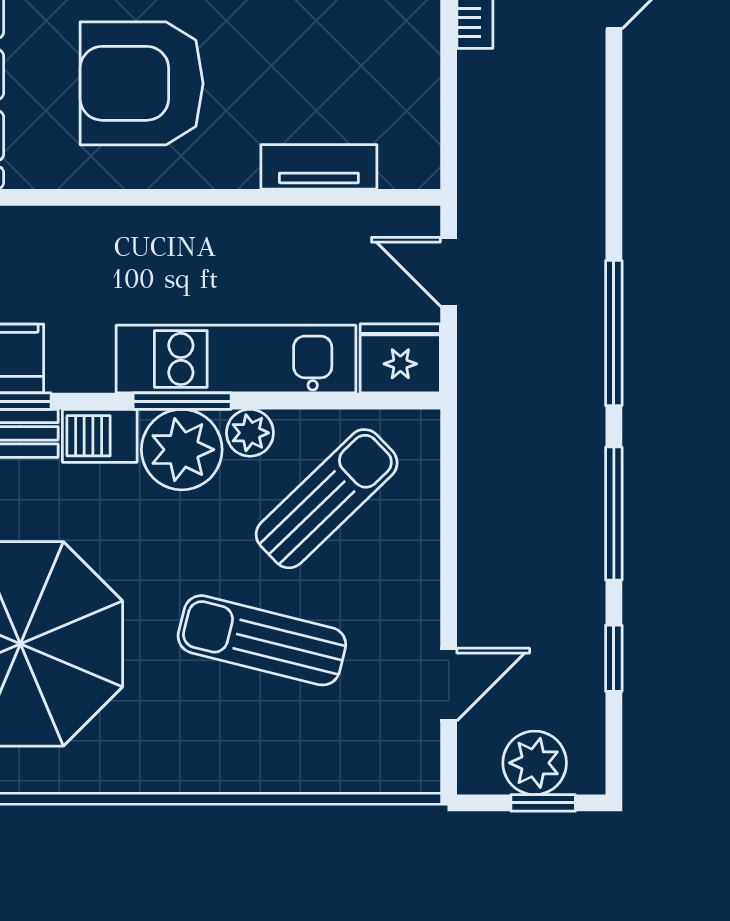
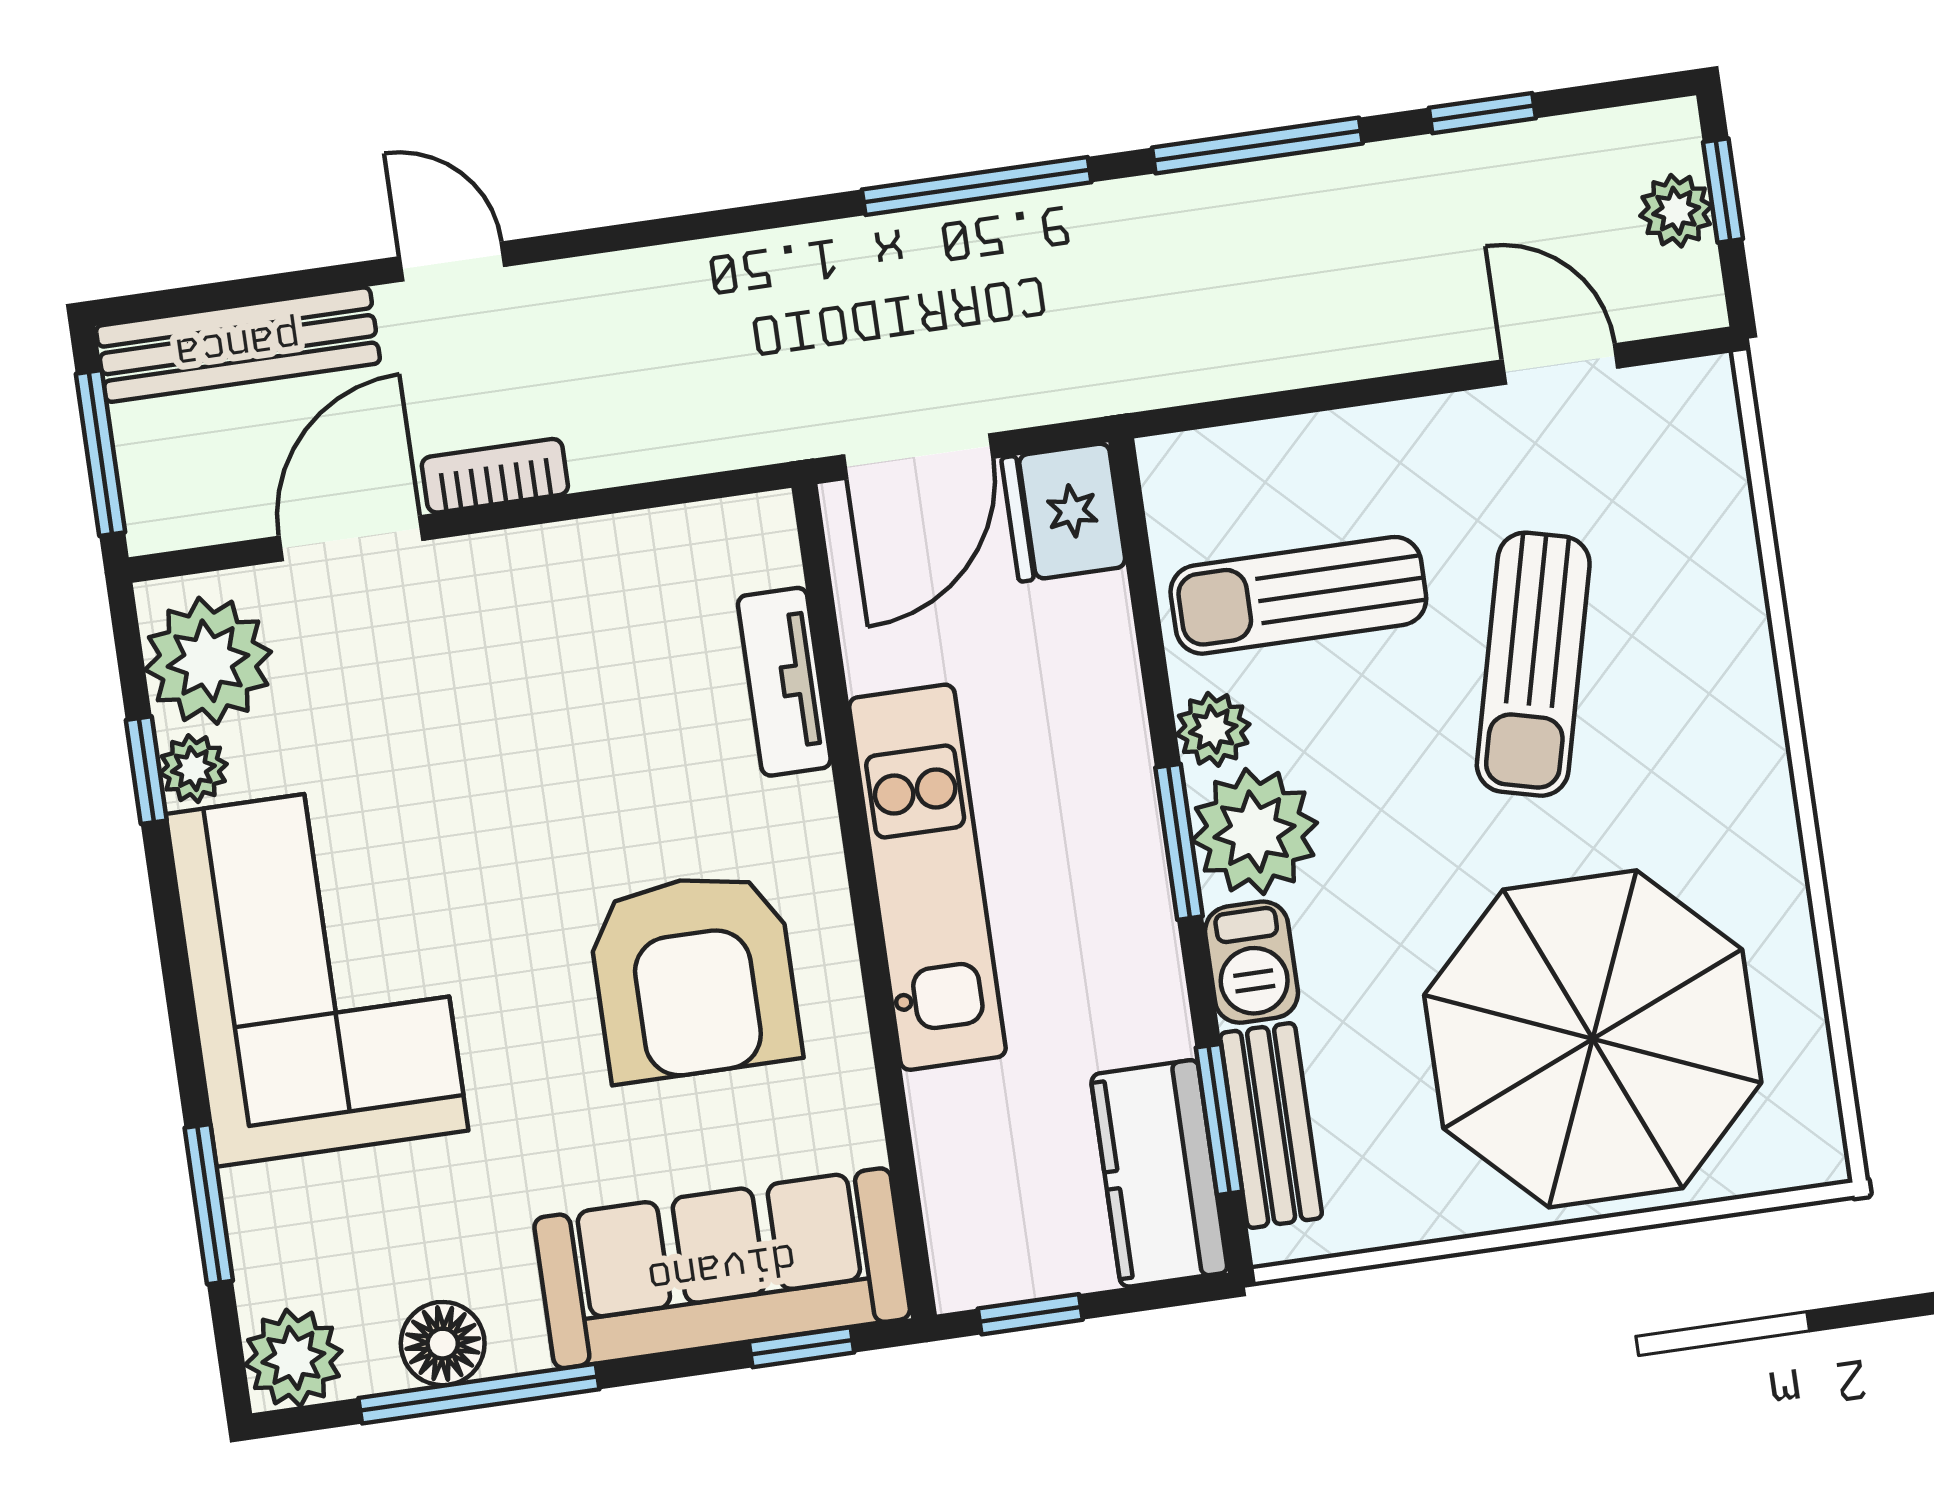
door: (449, 272) -> (918, 457), width x1.38
kitchen unit: (236, 359) -> (927, 877), moved, turned 180
sun lounger: (327, 499) -> (1298, 595), turned -46
plant: (535, 763) -> (1676, 211), width x0.73, depth x0.73

